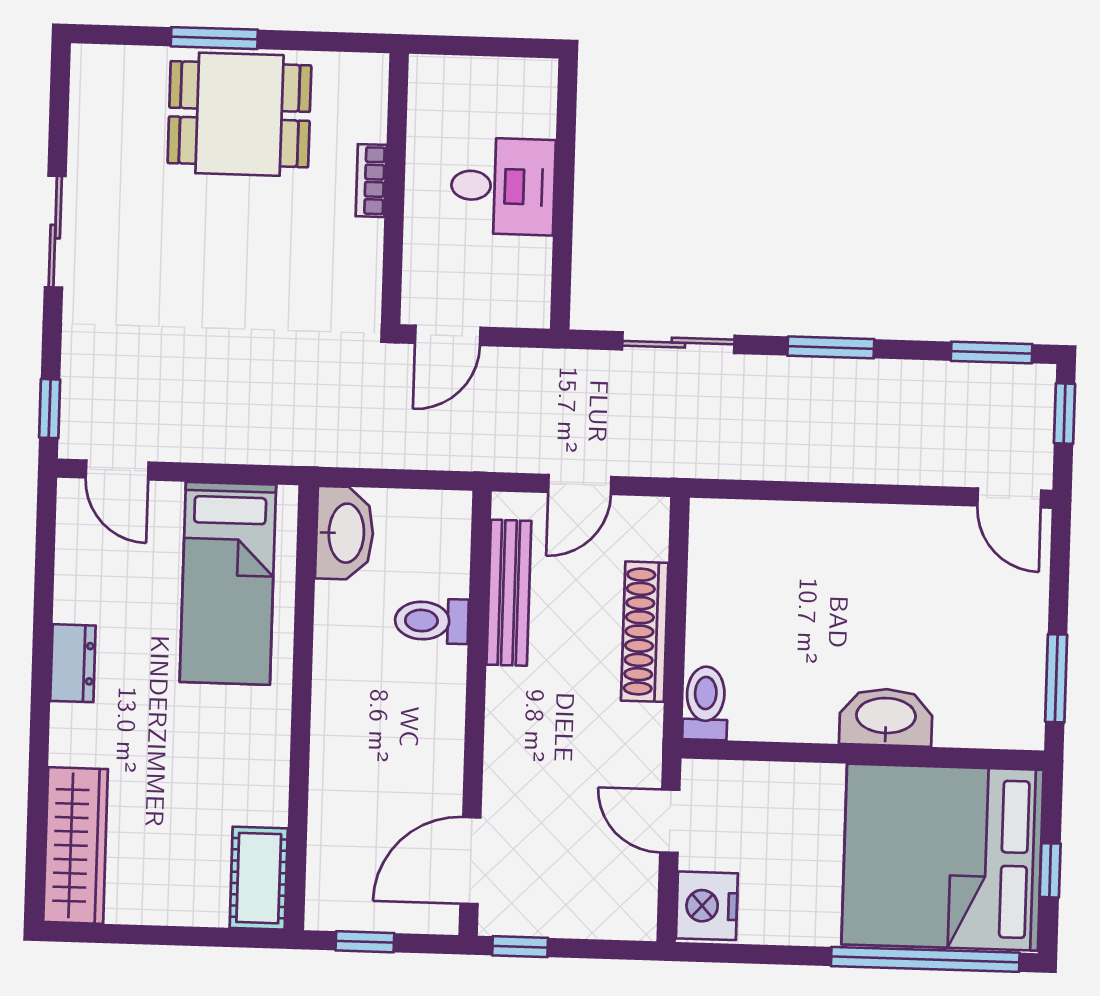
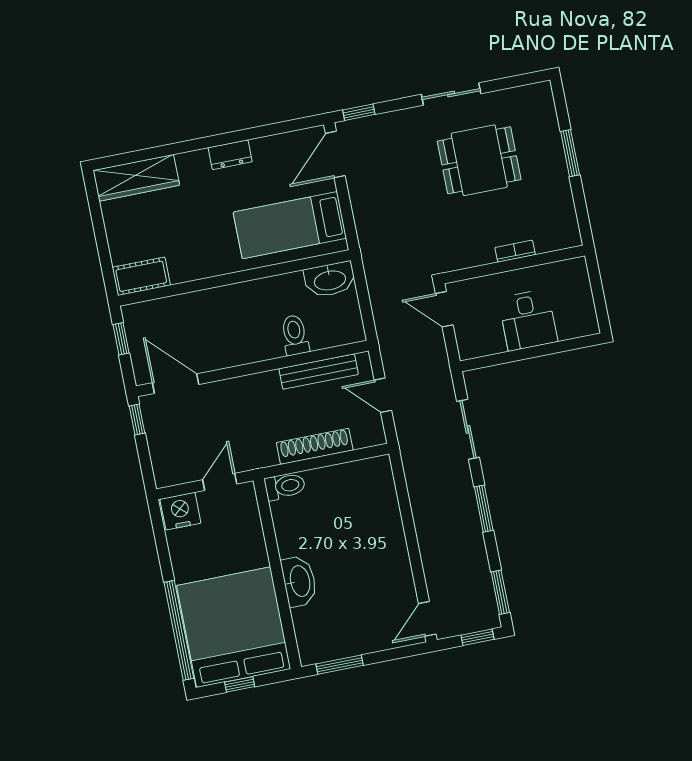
dining table: (239, 114) -> (479, 160), moved, turned 90
door: (117, 470) -> (335, 154), width x1.38

